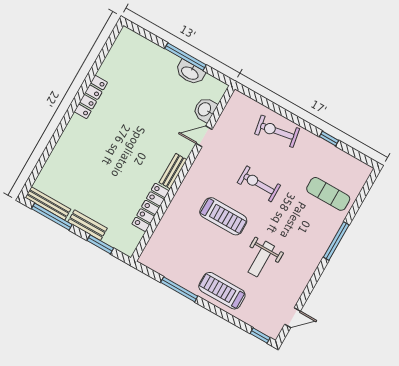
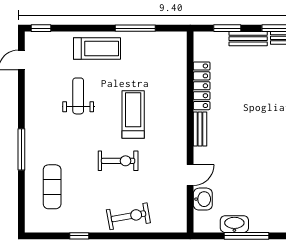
exercise mat: (328, 194) -> (52, 187), turned 90
treadmill: (223, 216) -> (133, 115), turned 90

